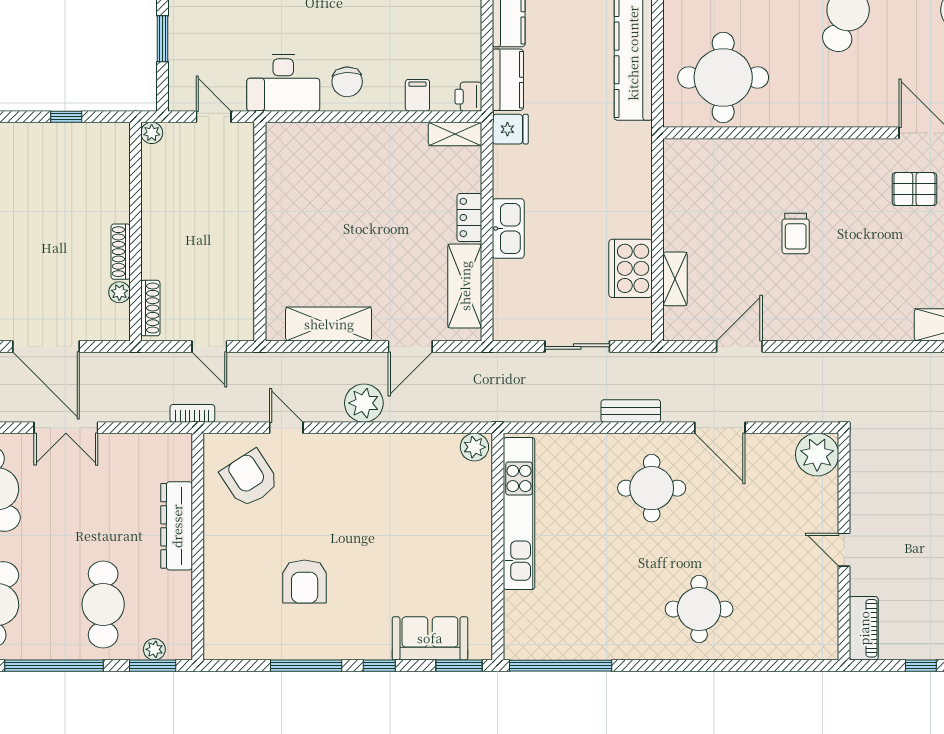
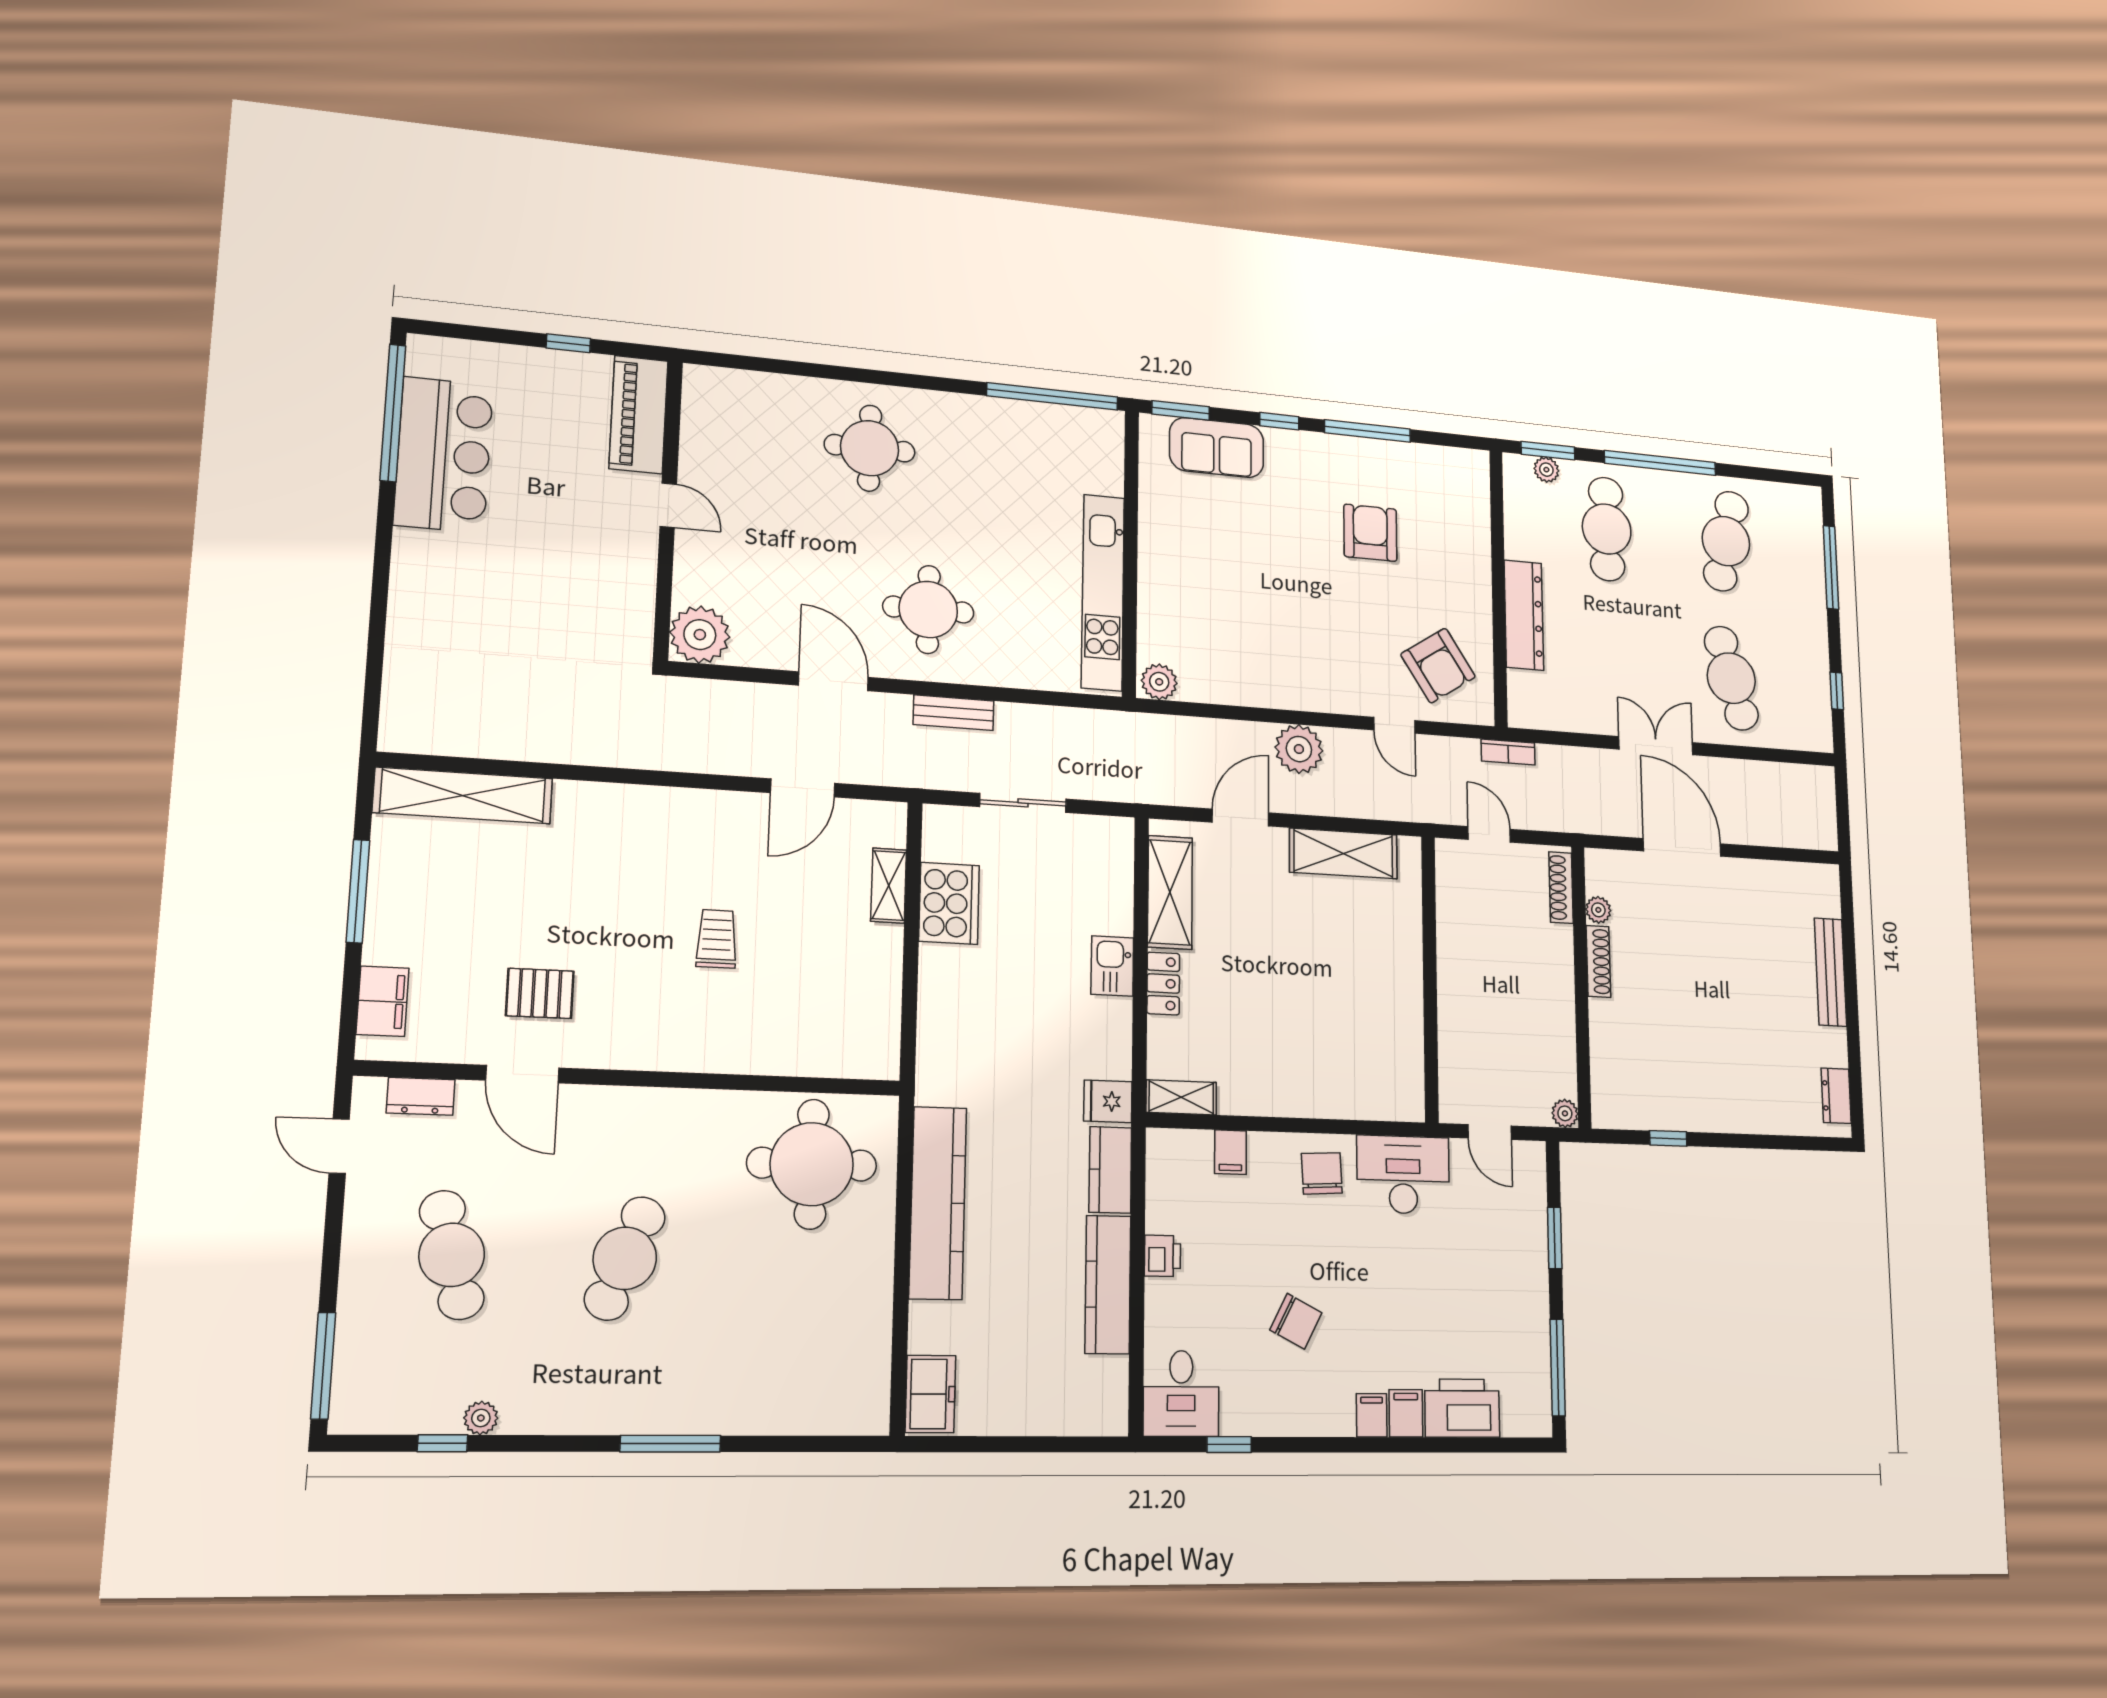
printer: (468, 97) -> (1163, 1256), moved
kitchen sink: (508, 229) -> (1112, 966), width x0.73
piano: (864, 628) -> (639, 415), width x1.37, depth x1.33

